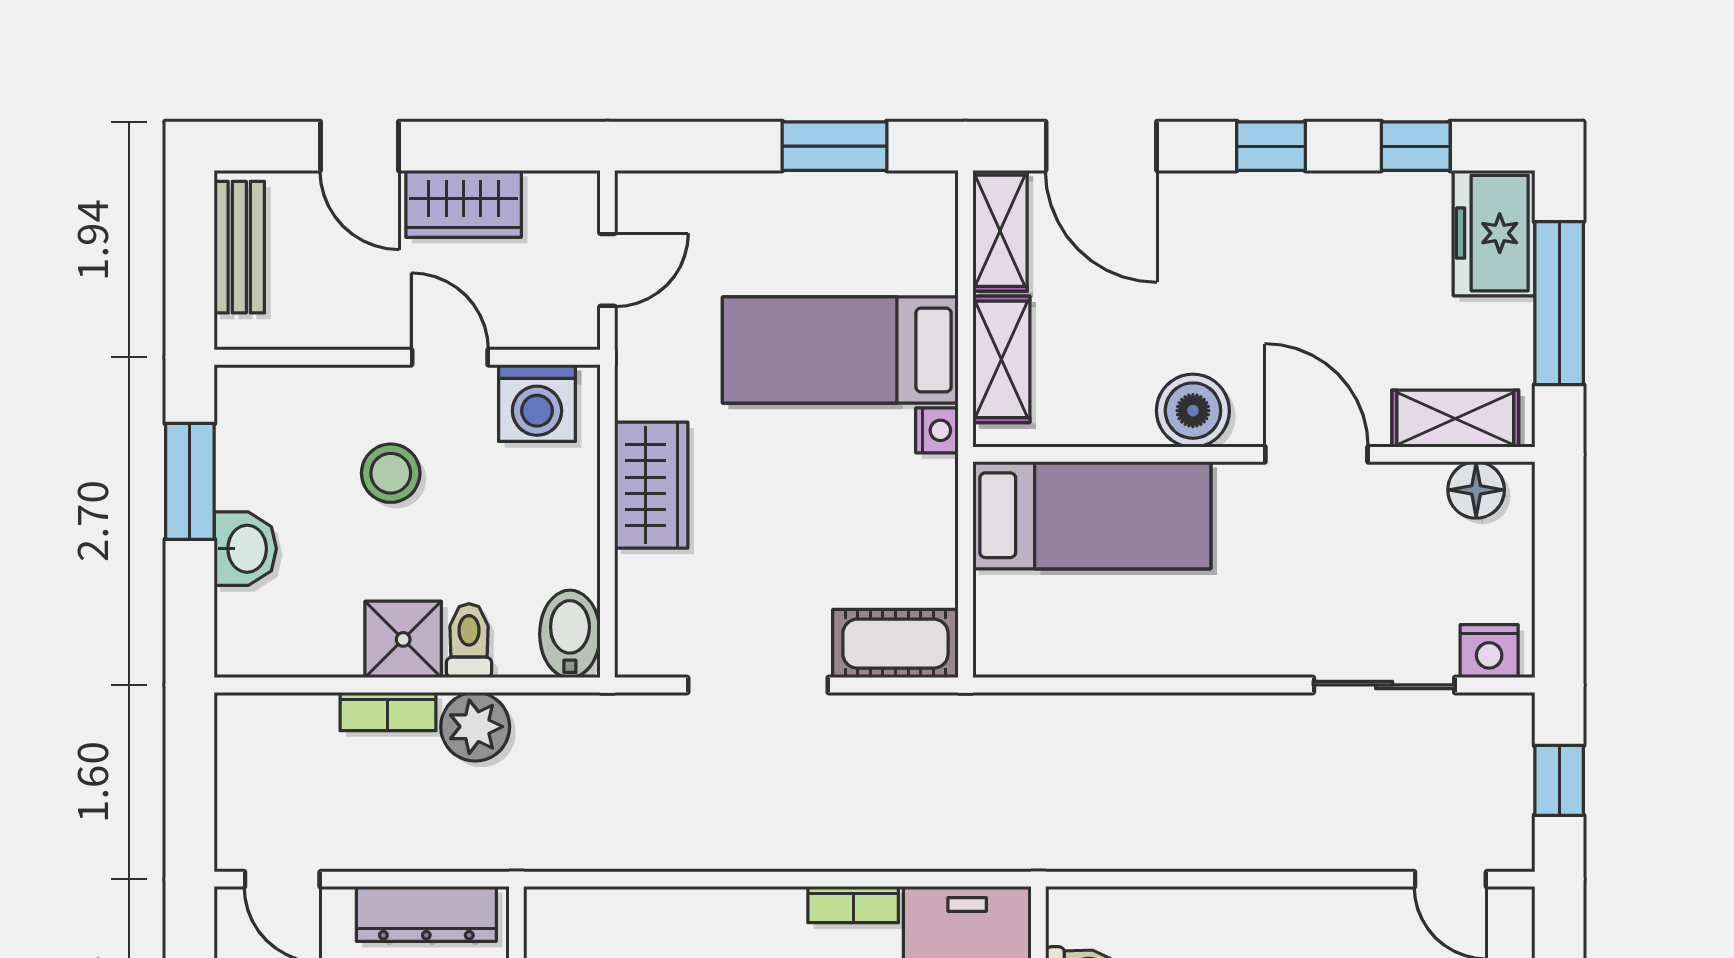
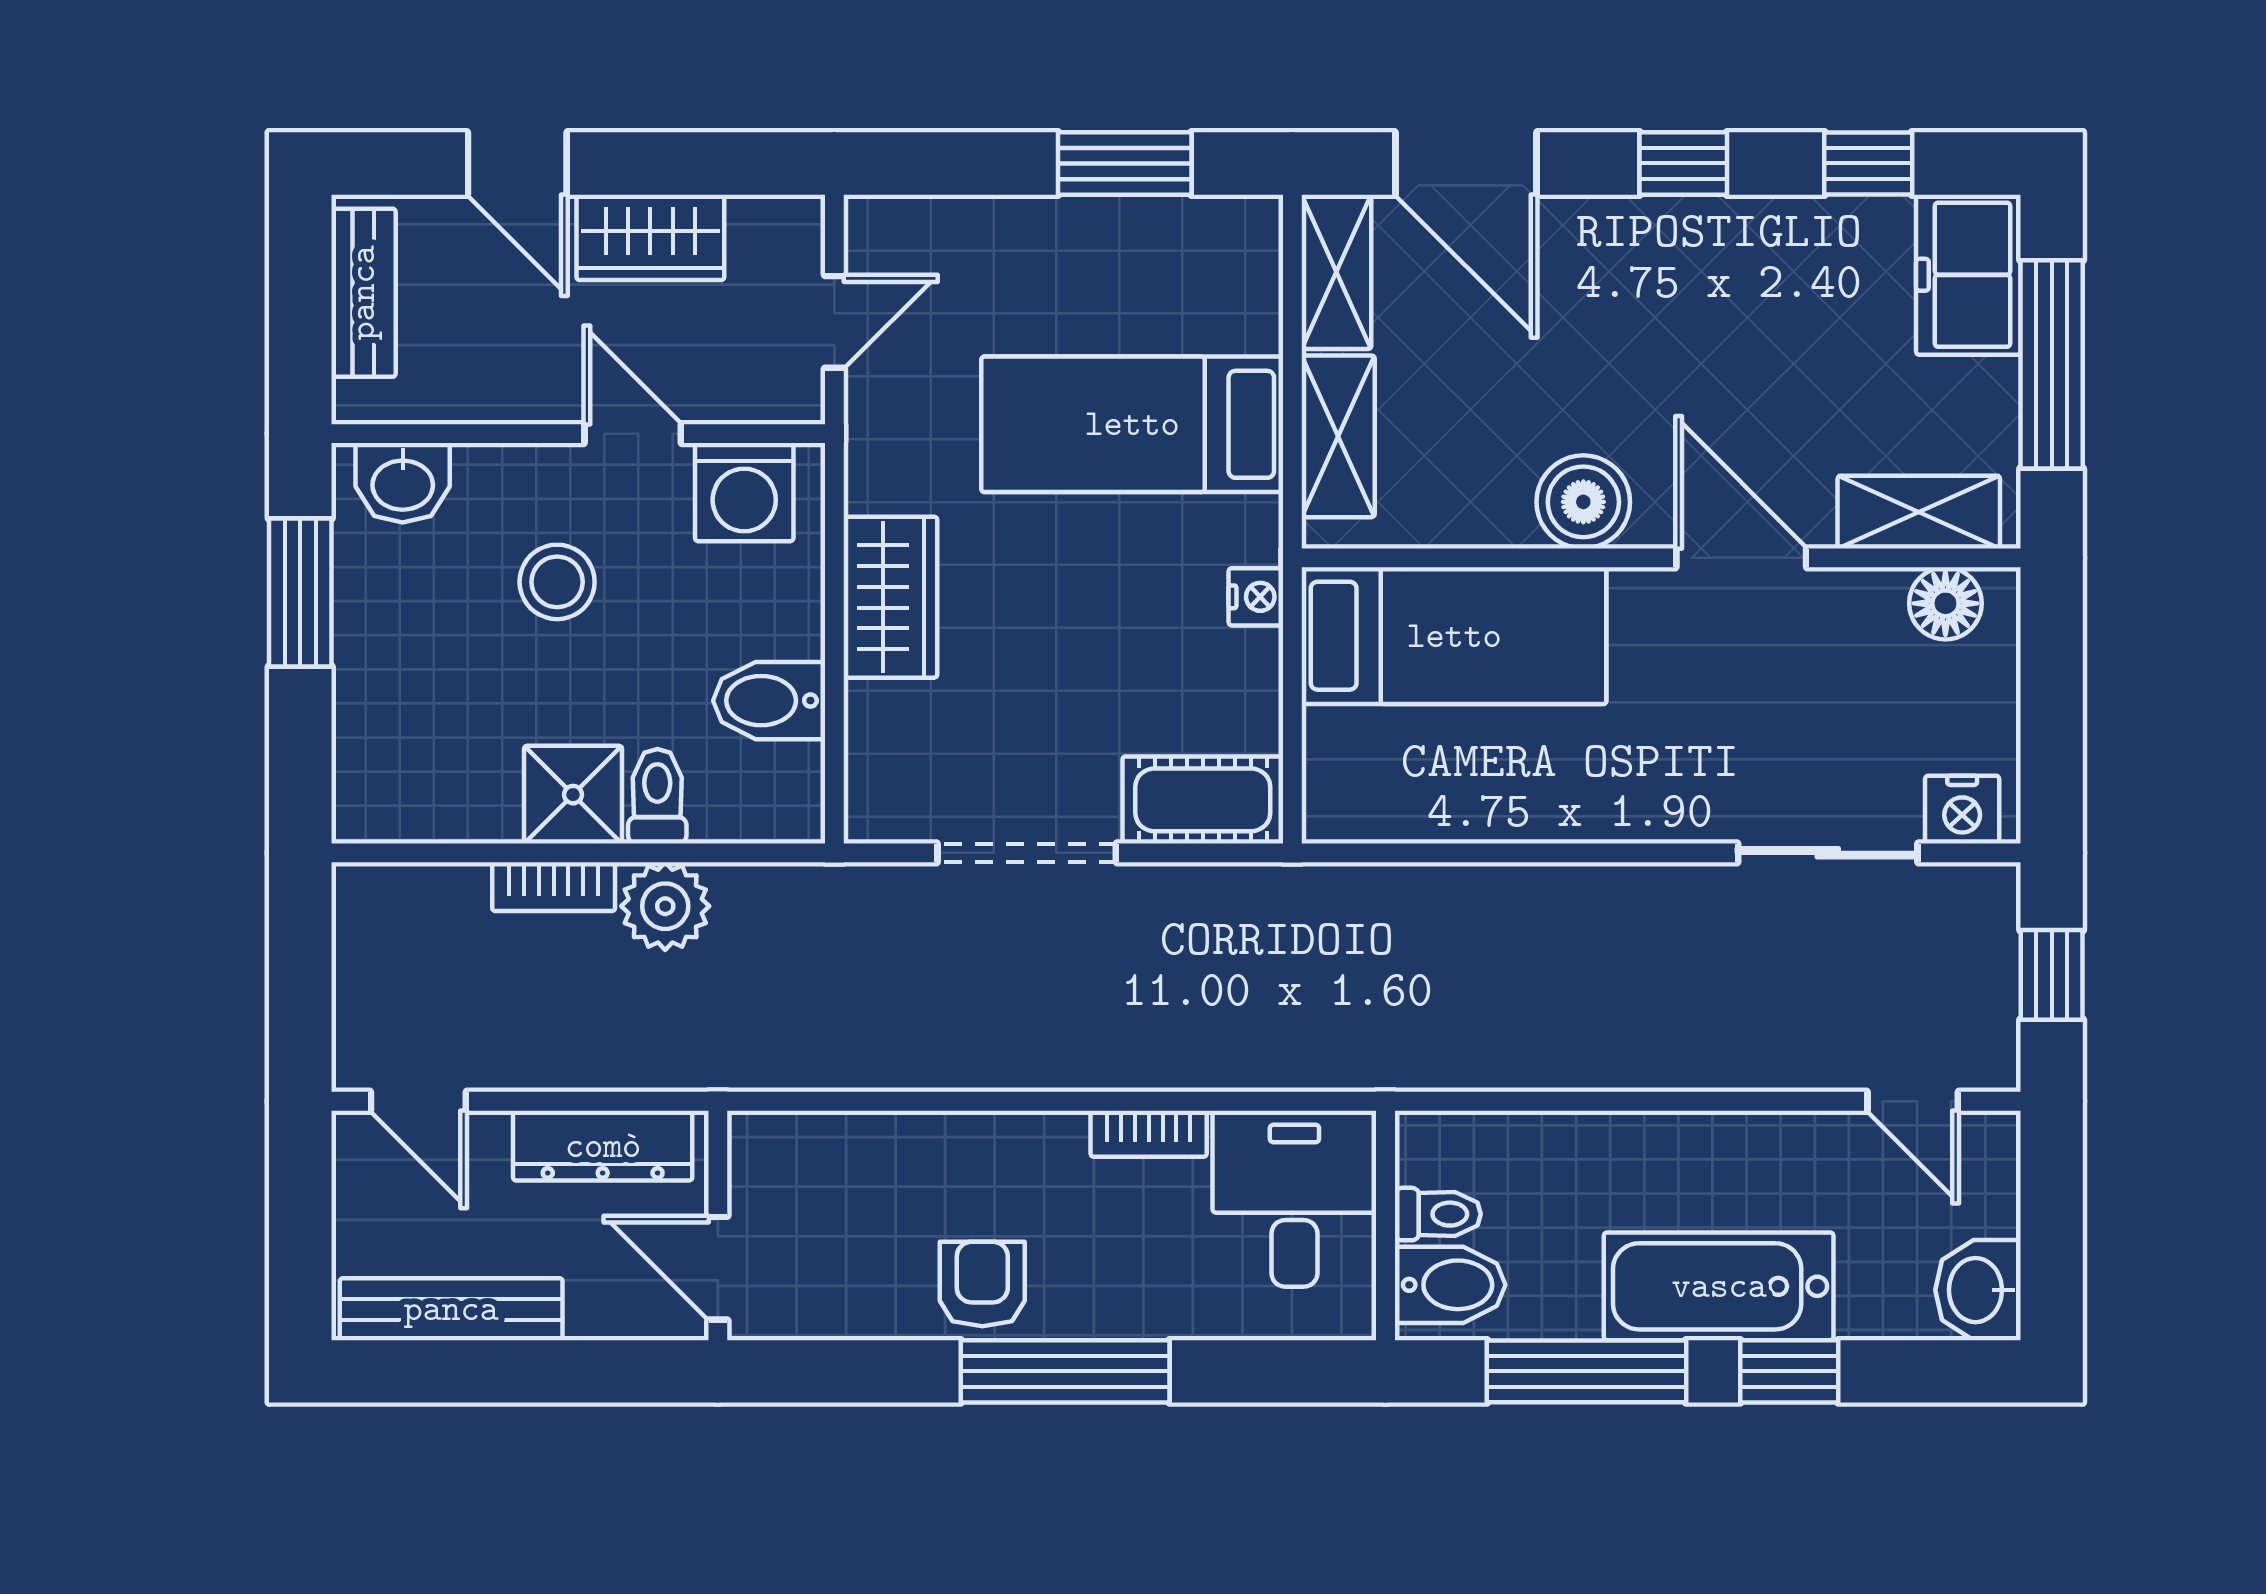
nightstand: (937, 430) -> (1256, 597), moved
washbasin: (245, 549) -> (403, 483), moved, turned 90
bidet: (570, 634) -> (769, 701), moved, turned -90

